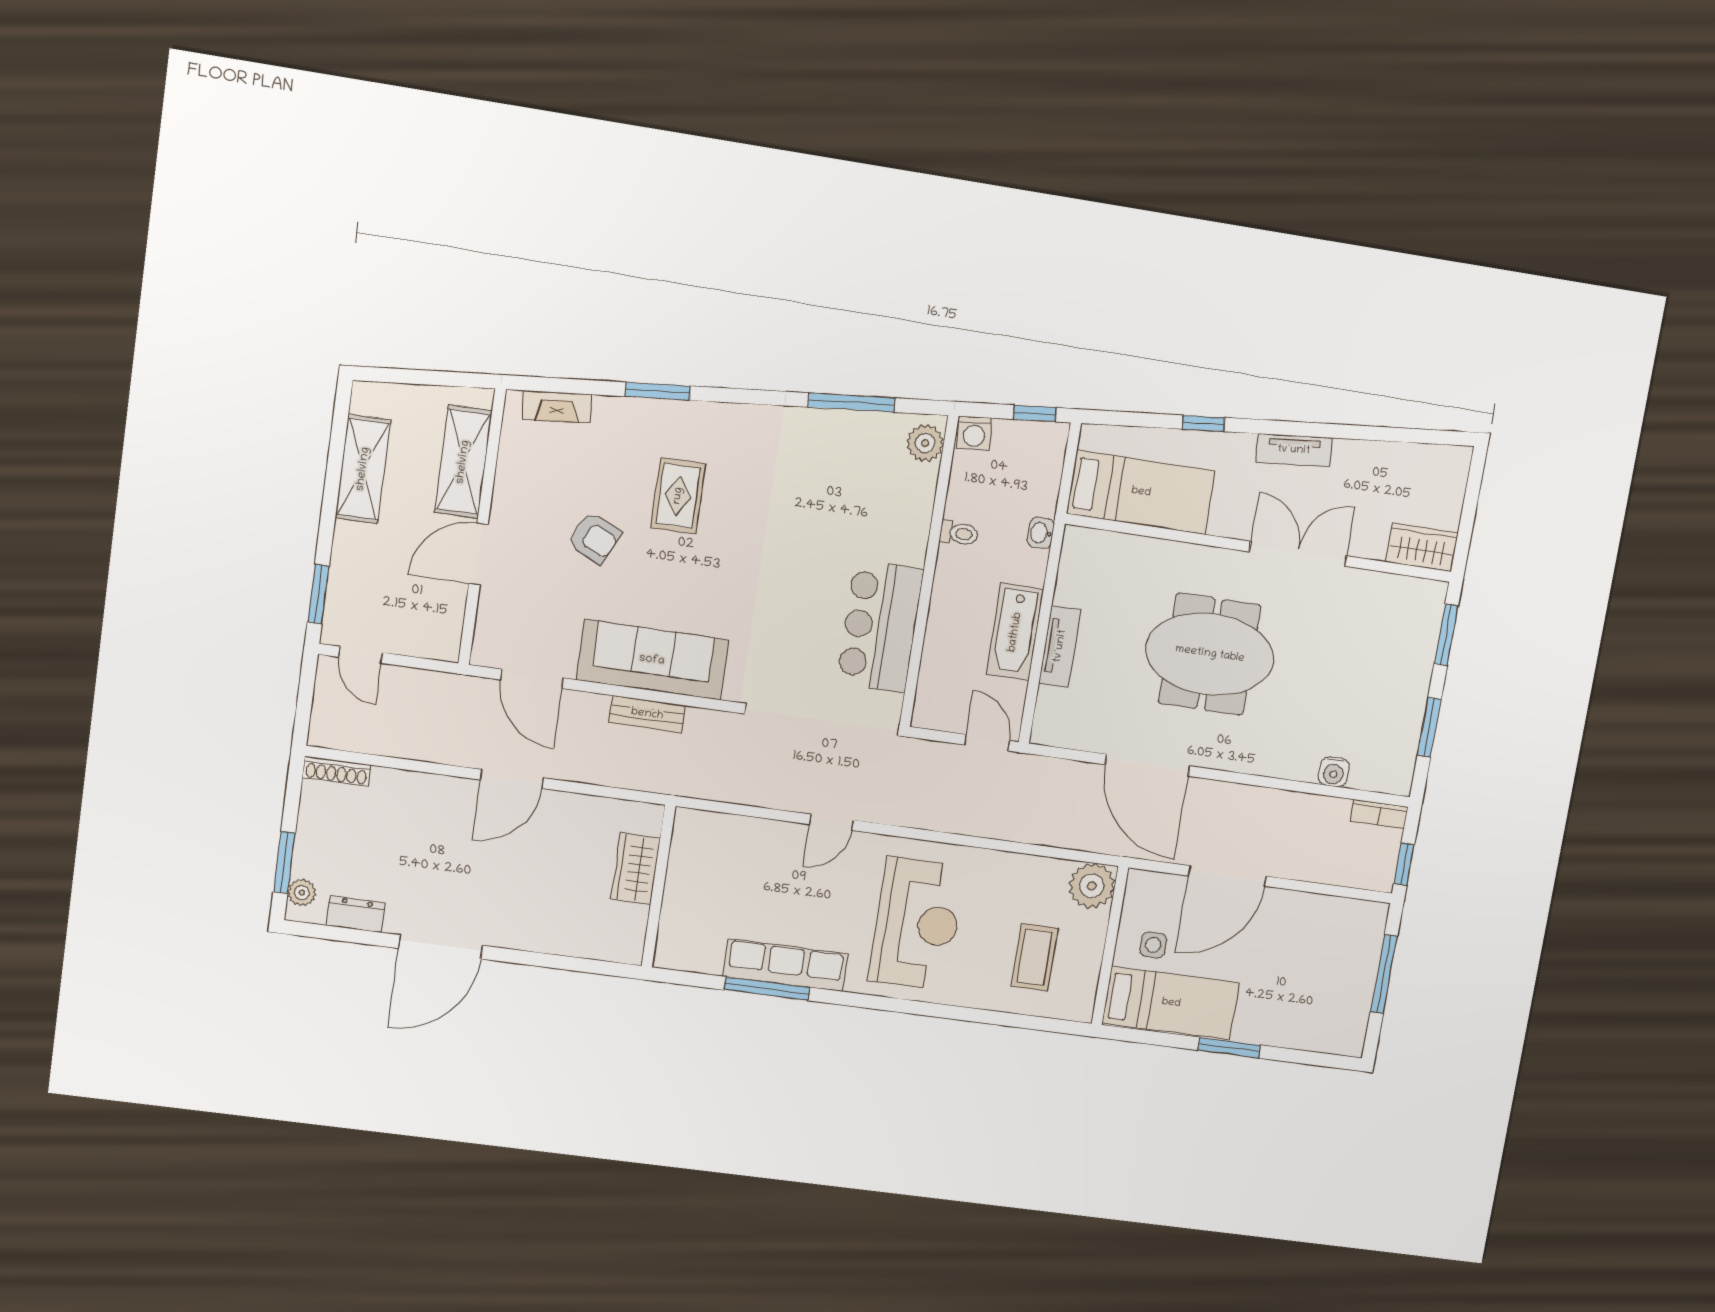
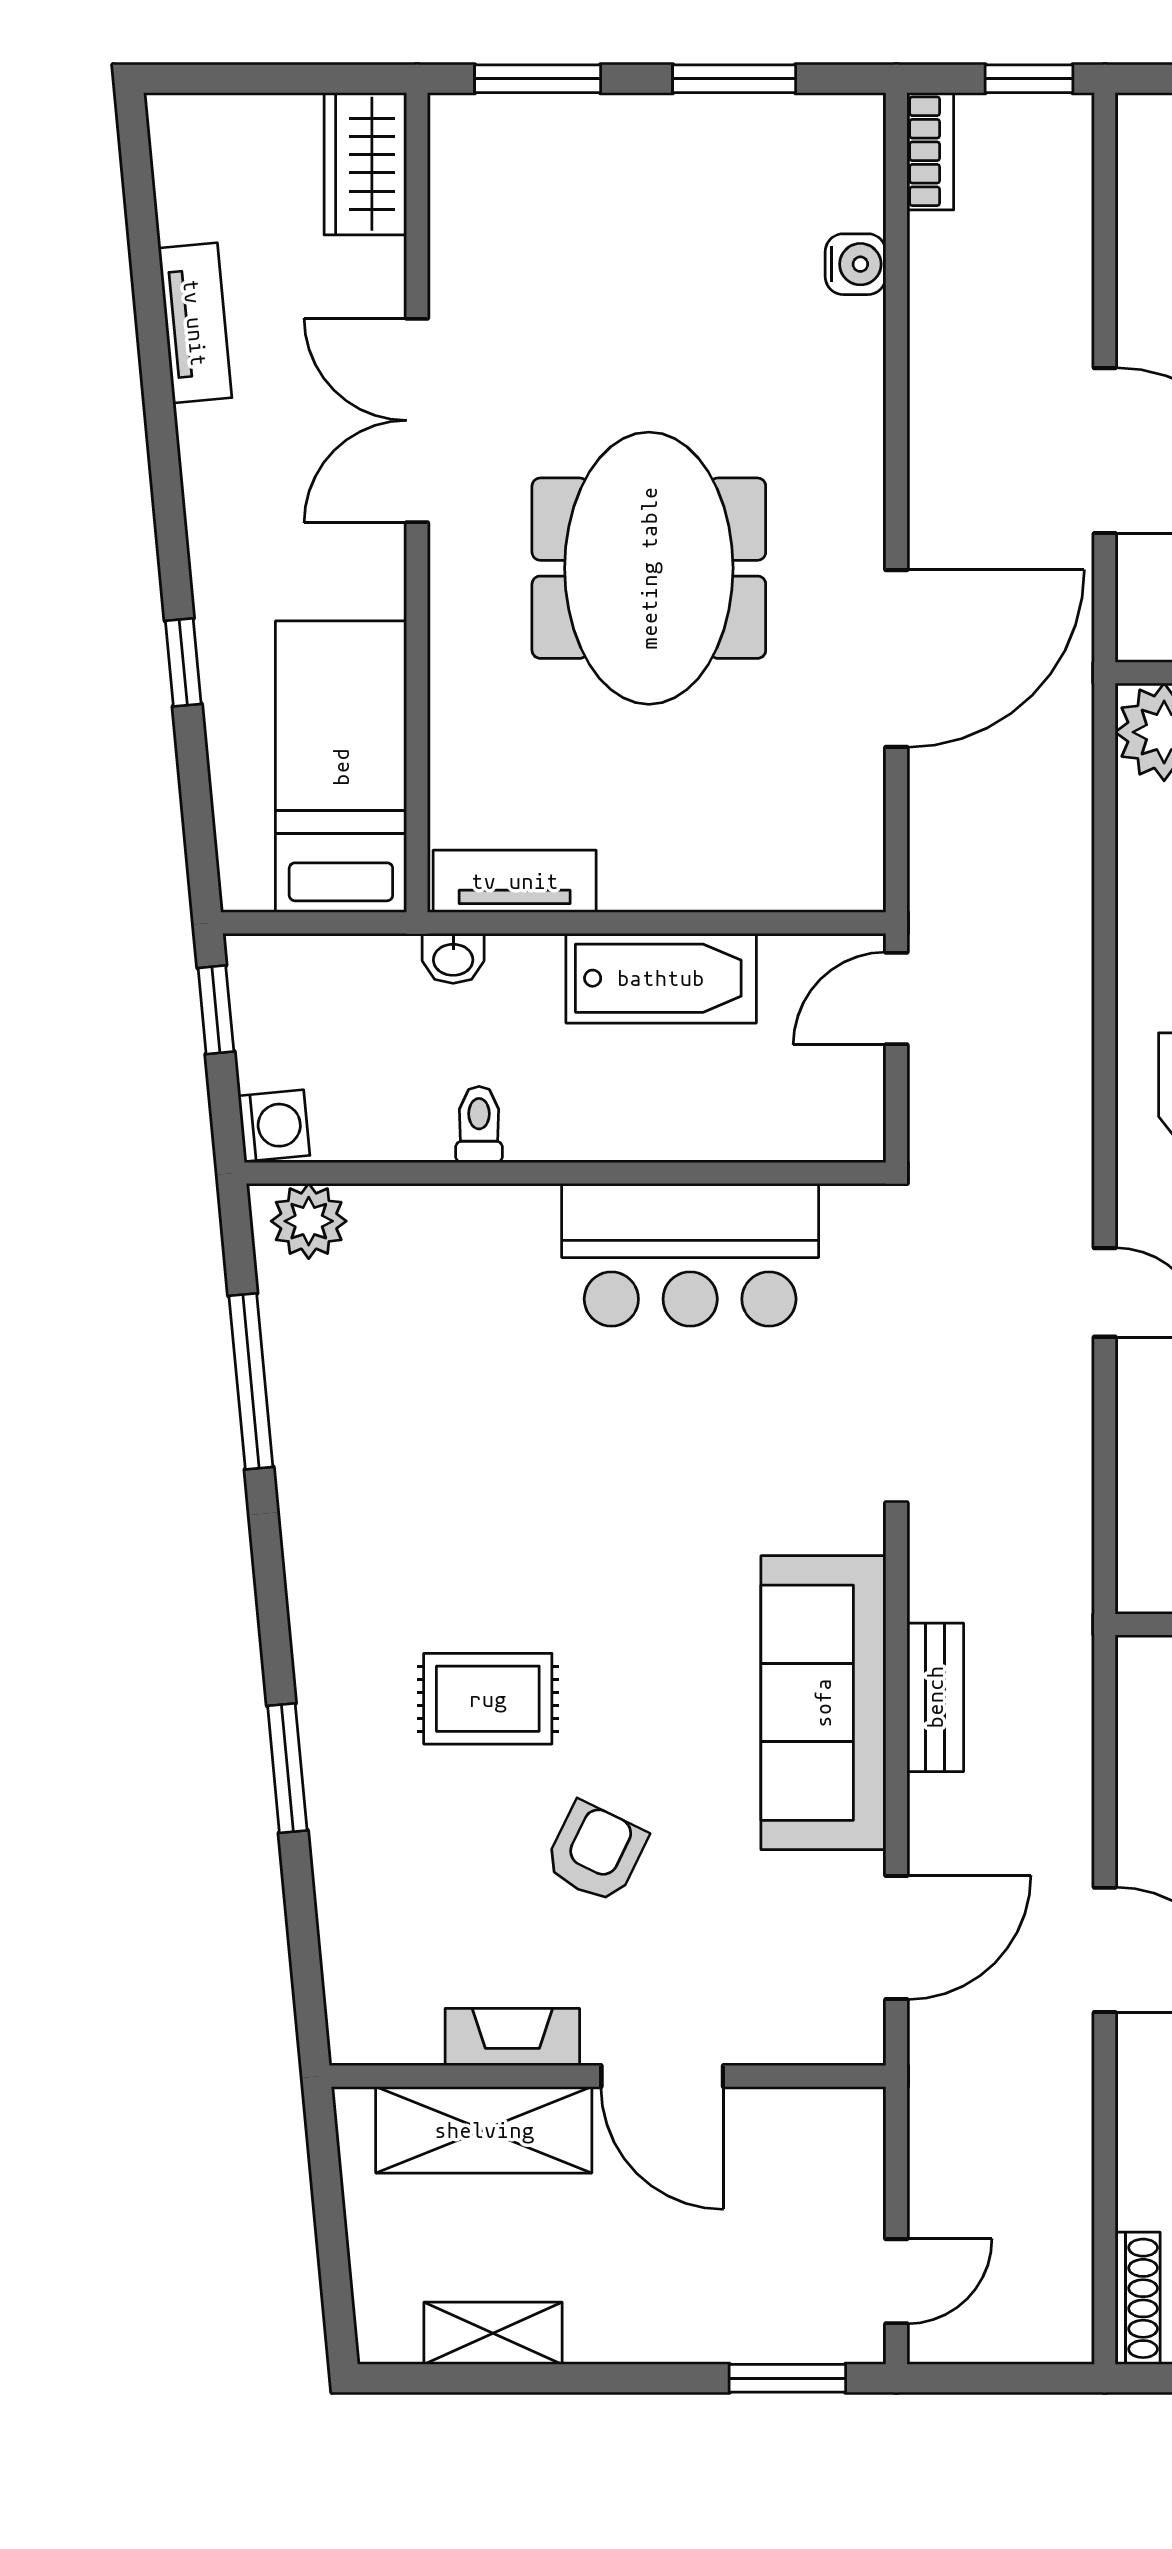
fireplace: (557, 407) -> (512, 2037), moved, turned -85
tv unit: (1294, 450) -> (195, 323), moved
shelving: (363, 469) -> (493, 2333), width x0.67, depth x0.75
tv unit: (1060, 646) -> (515, 881), moved

